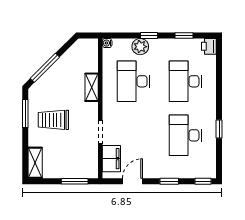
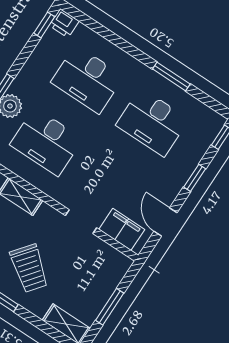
window: (184, 35) -> (44, 25), moved
trolley: (53, 120) -> (29, 268), turned -52
window: (219, 129) -> (171, 77), width x1.50
window: (75, 181) -> (110, 307), moved

